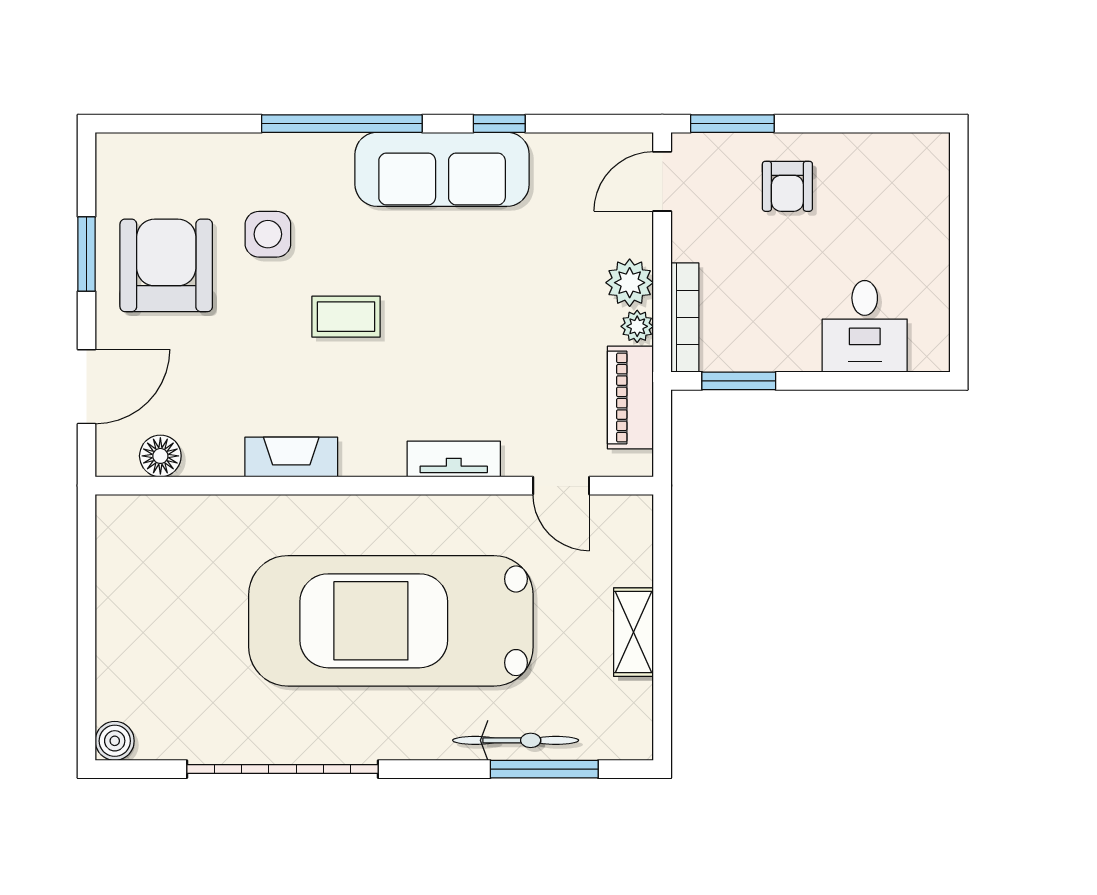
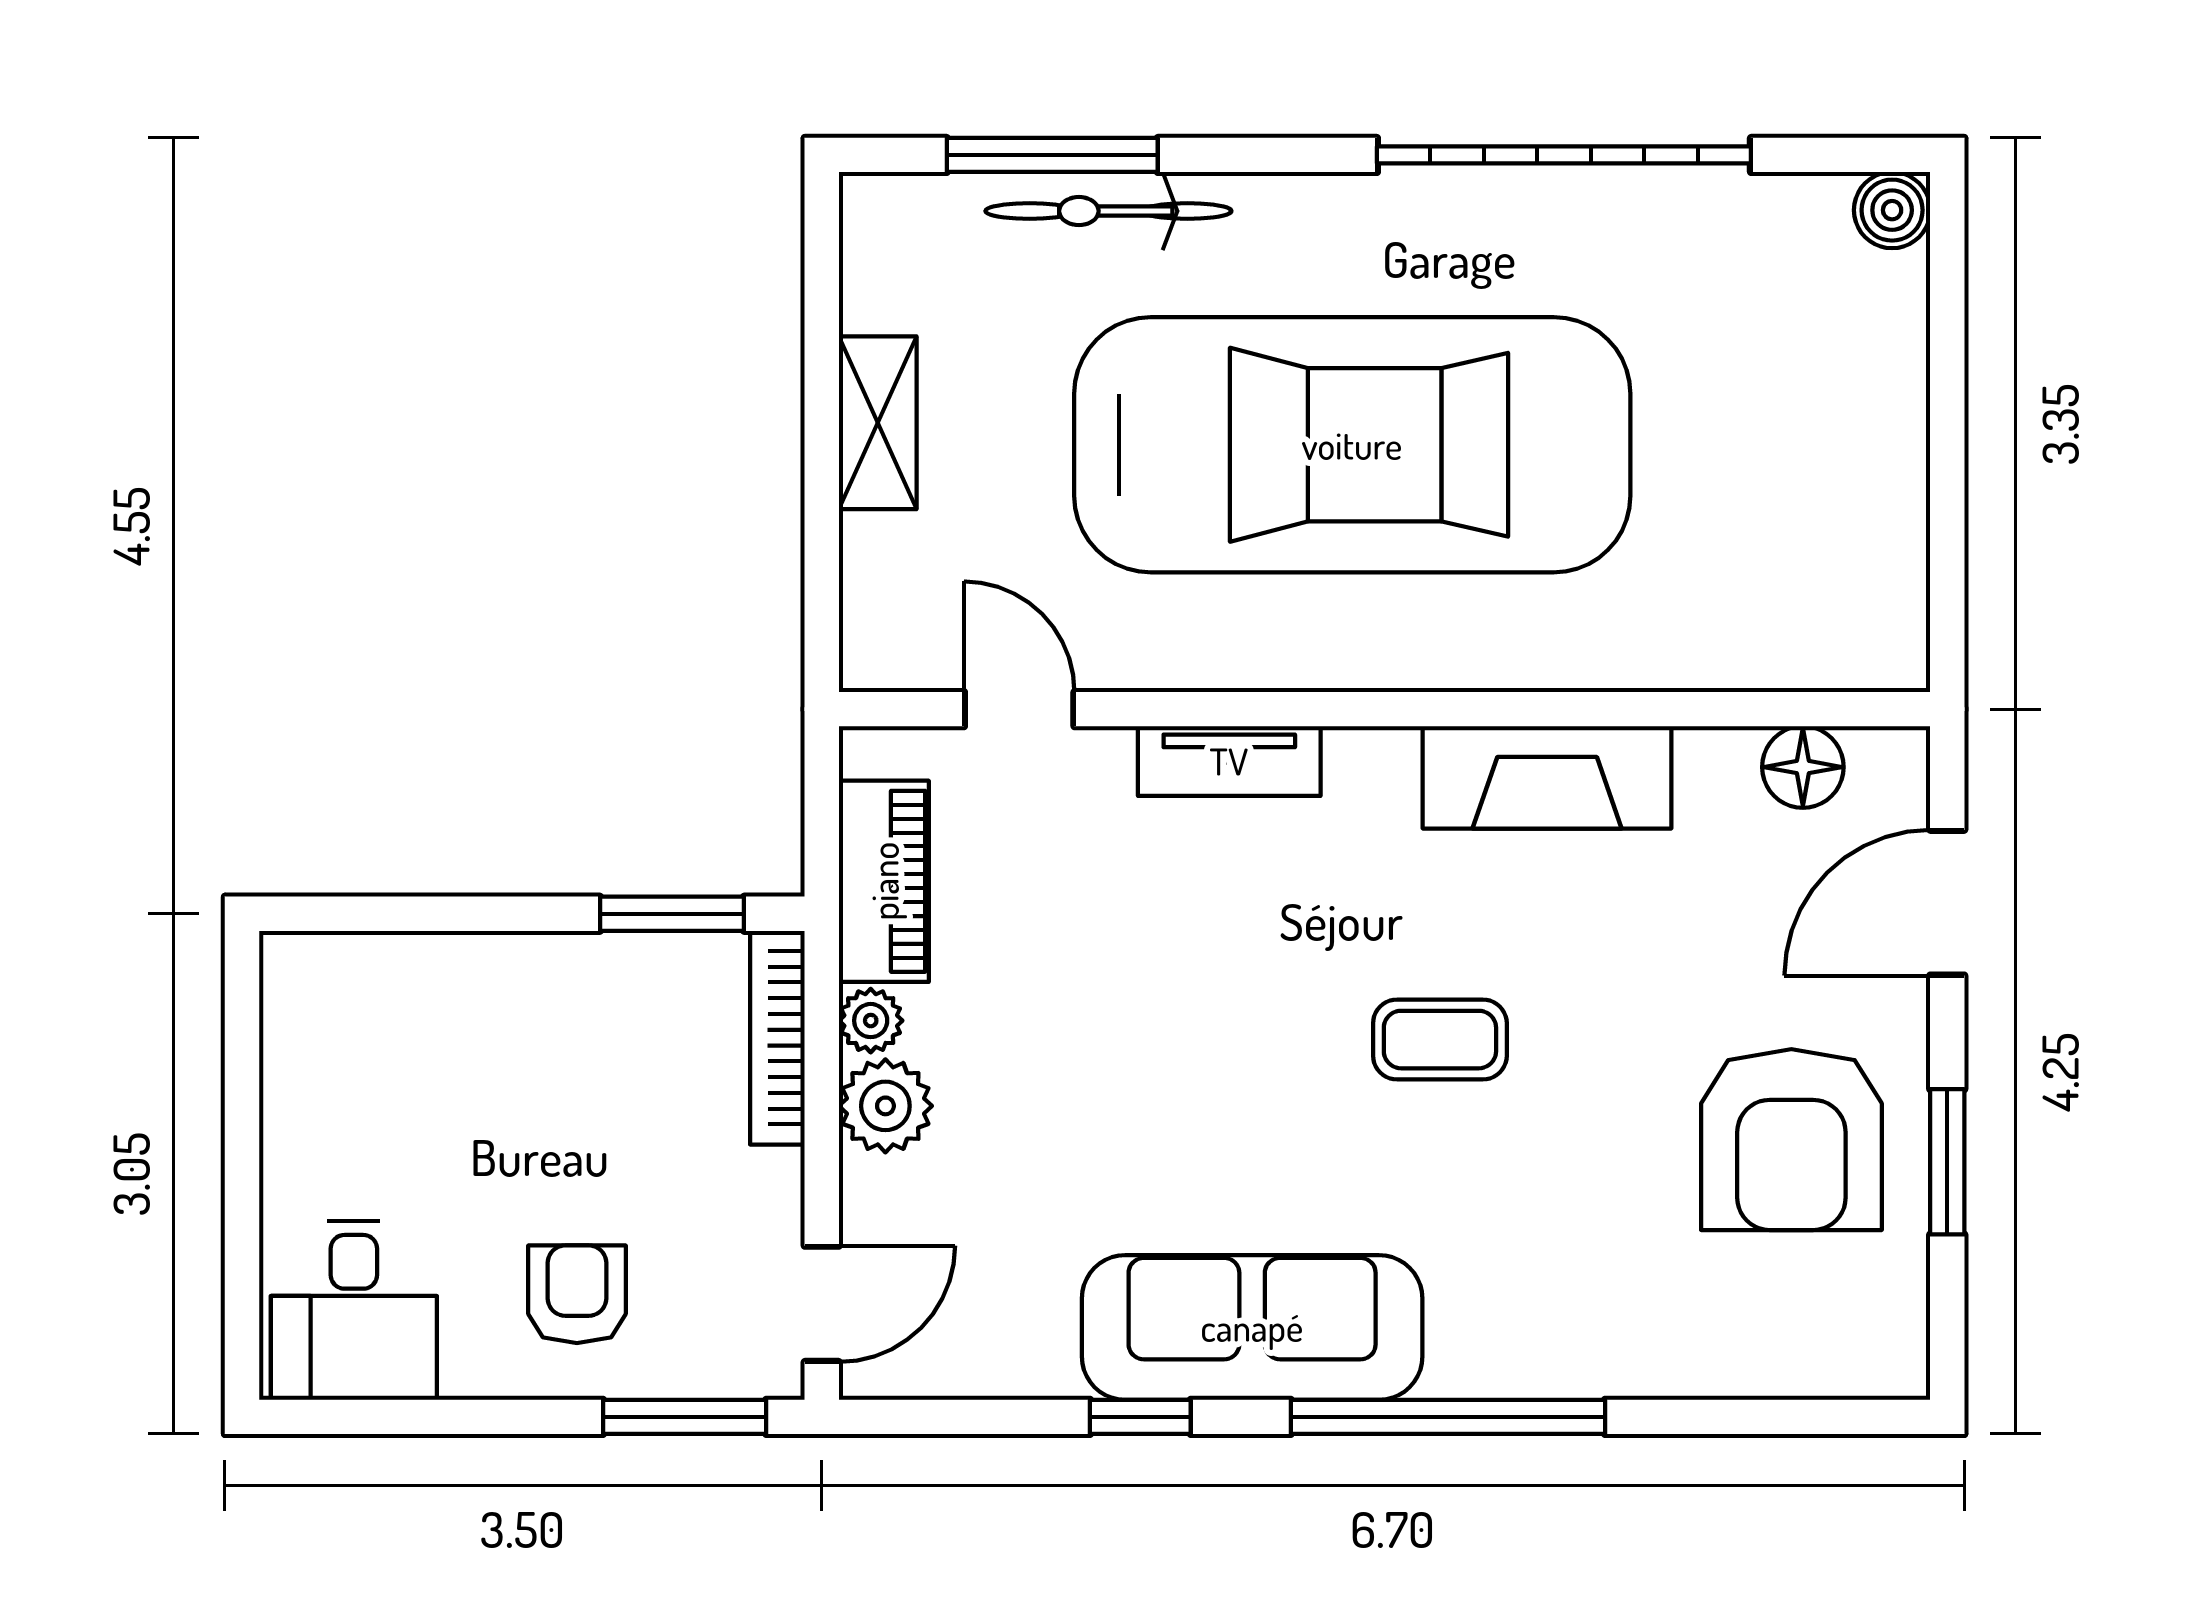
side table: (268, 234) -> (1593, 1201), removed
desk: (865, 326) -> (354, 1310), moved, turned 180
fireplace: (291, 457) -> (1547, 777), width x1.37, depth x1.32

